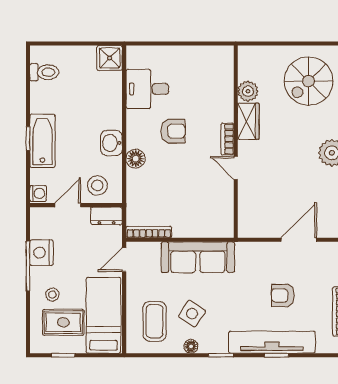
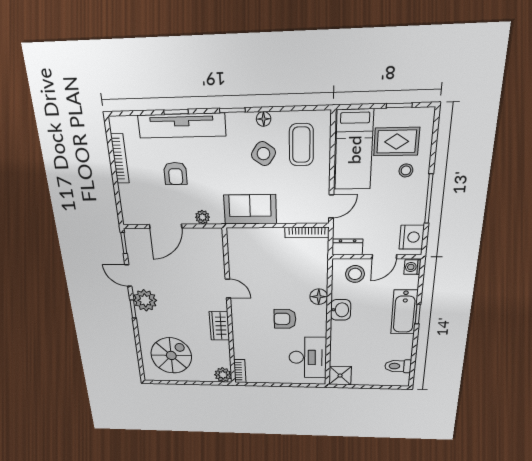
desk: (147, 89) -> (308, 357), width x1.37
plant: (248, 91) -> (223, 375), moved
bookcase: (227, 139) -> (240, 371), moved
plant: (258, 249) -> (202, 217), added
nightstand: (41, 253) -> (412, 237), moved
sofa: (198, 257) -> (250, 209), width x0.73
armchair: (283, 295) -> (175, 174), turned 90

